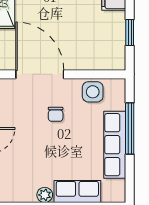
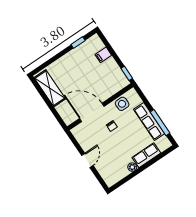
window: (130, 32) -> (127, 73), moved
window: (130, 128) -> (160, 123), moved

